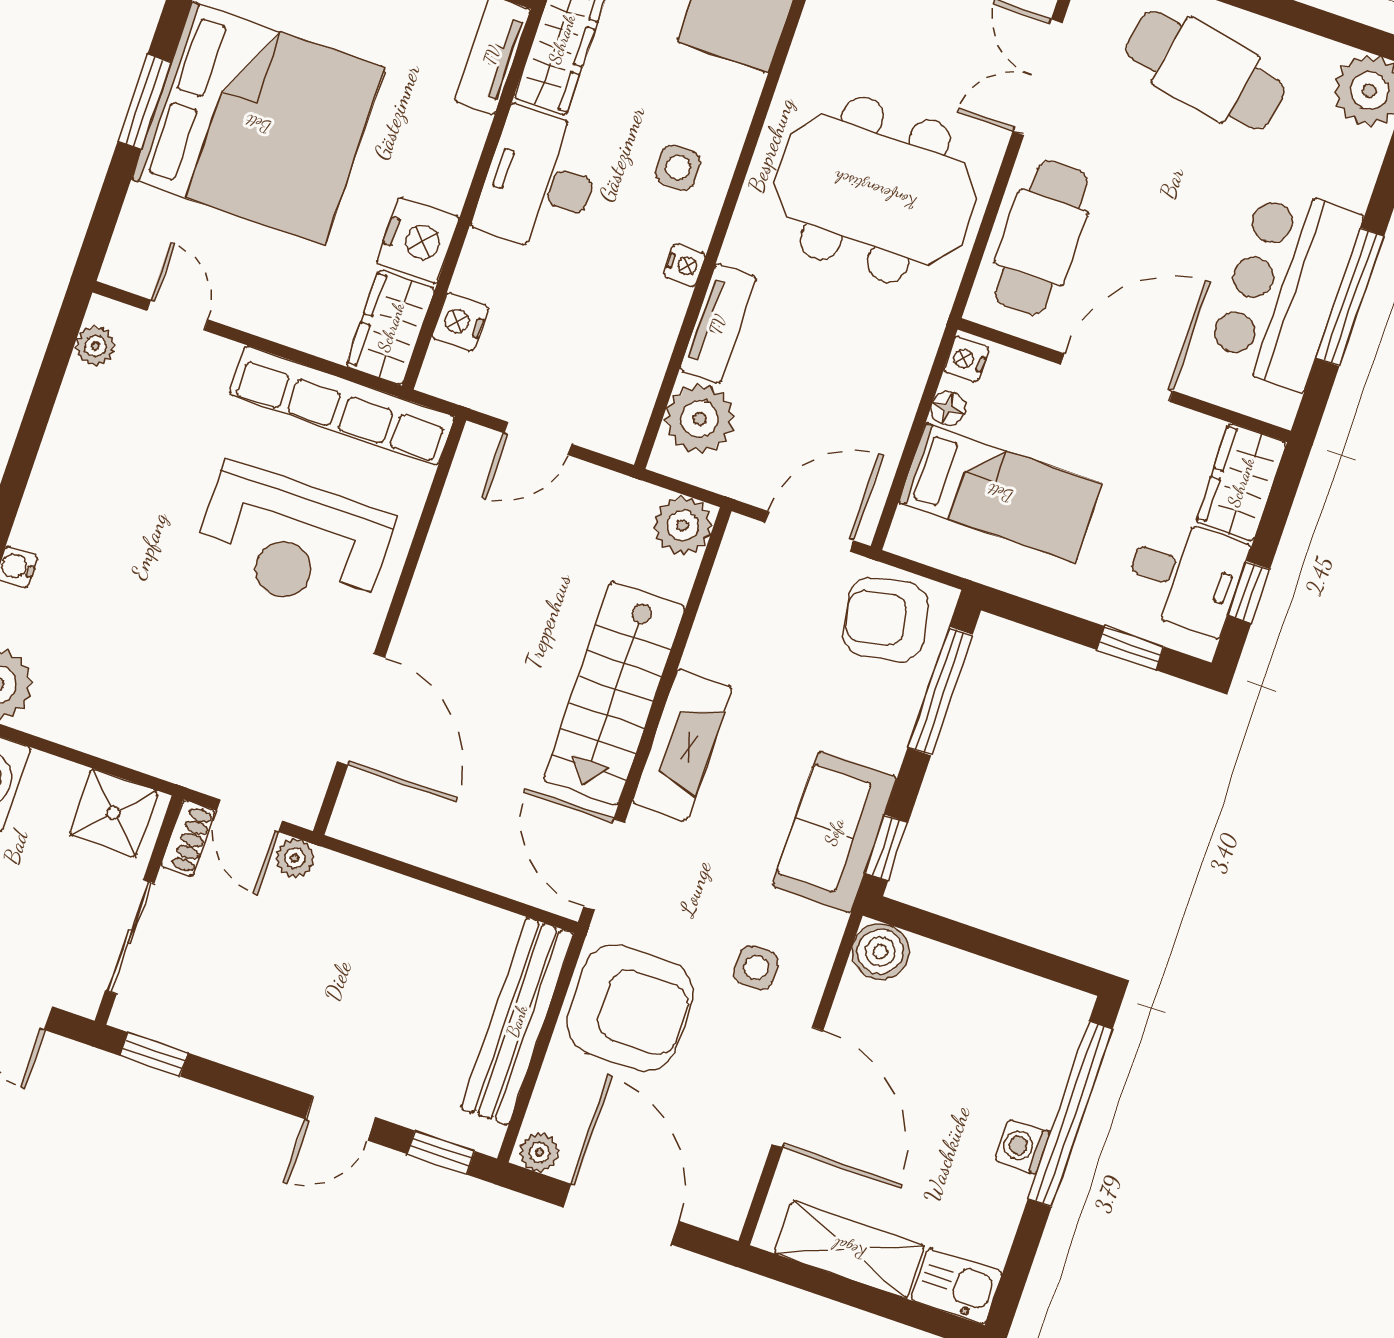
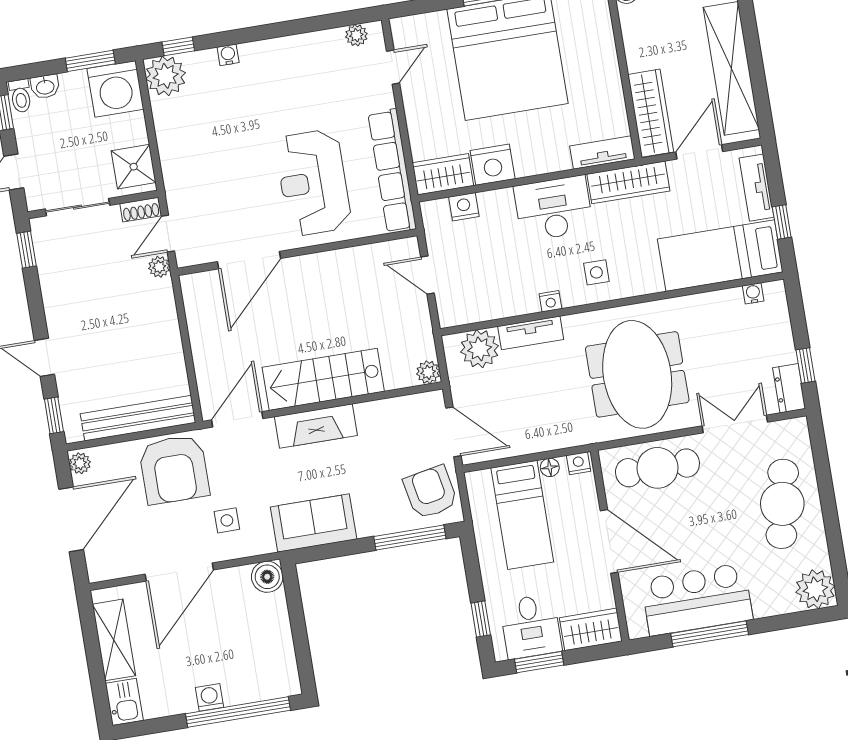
plant: (683, 526) -> (428, 372), width x0.73, depth x0.73
window: (1249, 592) -> (539, 662), width x1.50
window: (886, 848) -> (319, 553), removed

